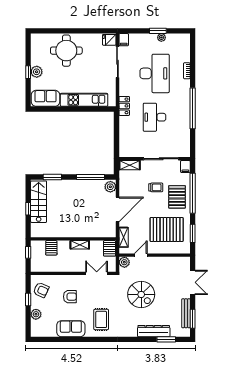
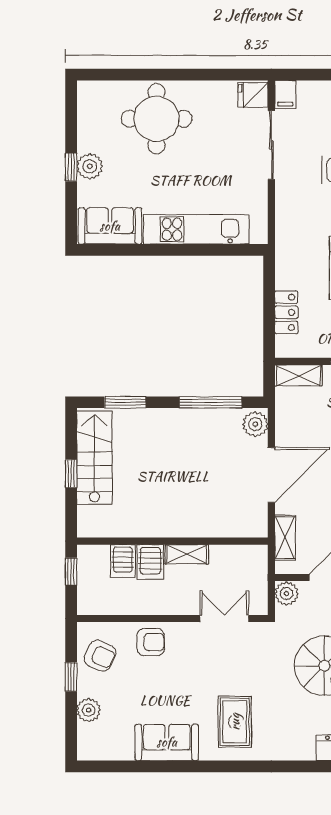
locker: (124, 106) -> (286, 312), moved
server rack: (110, 248) -> (150, 562), moved
armchair: (70, 297) -> (151, 642), moved

